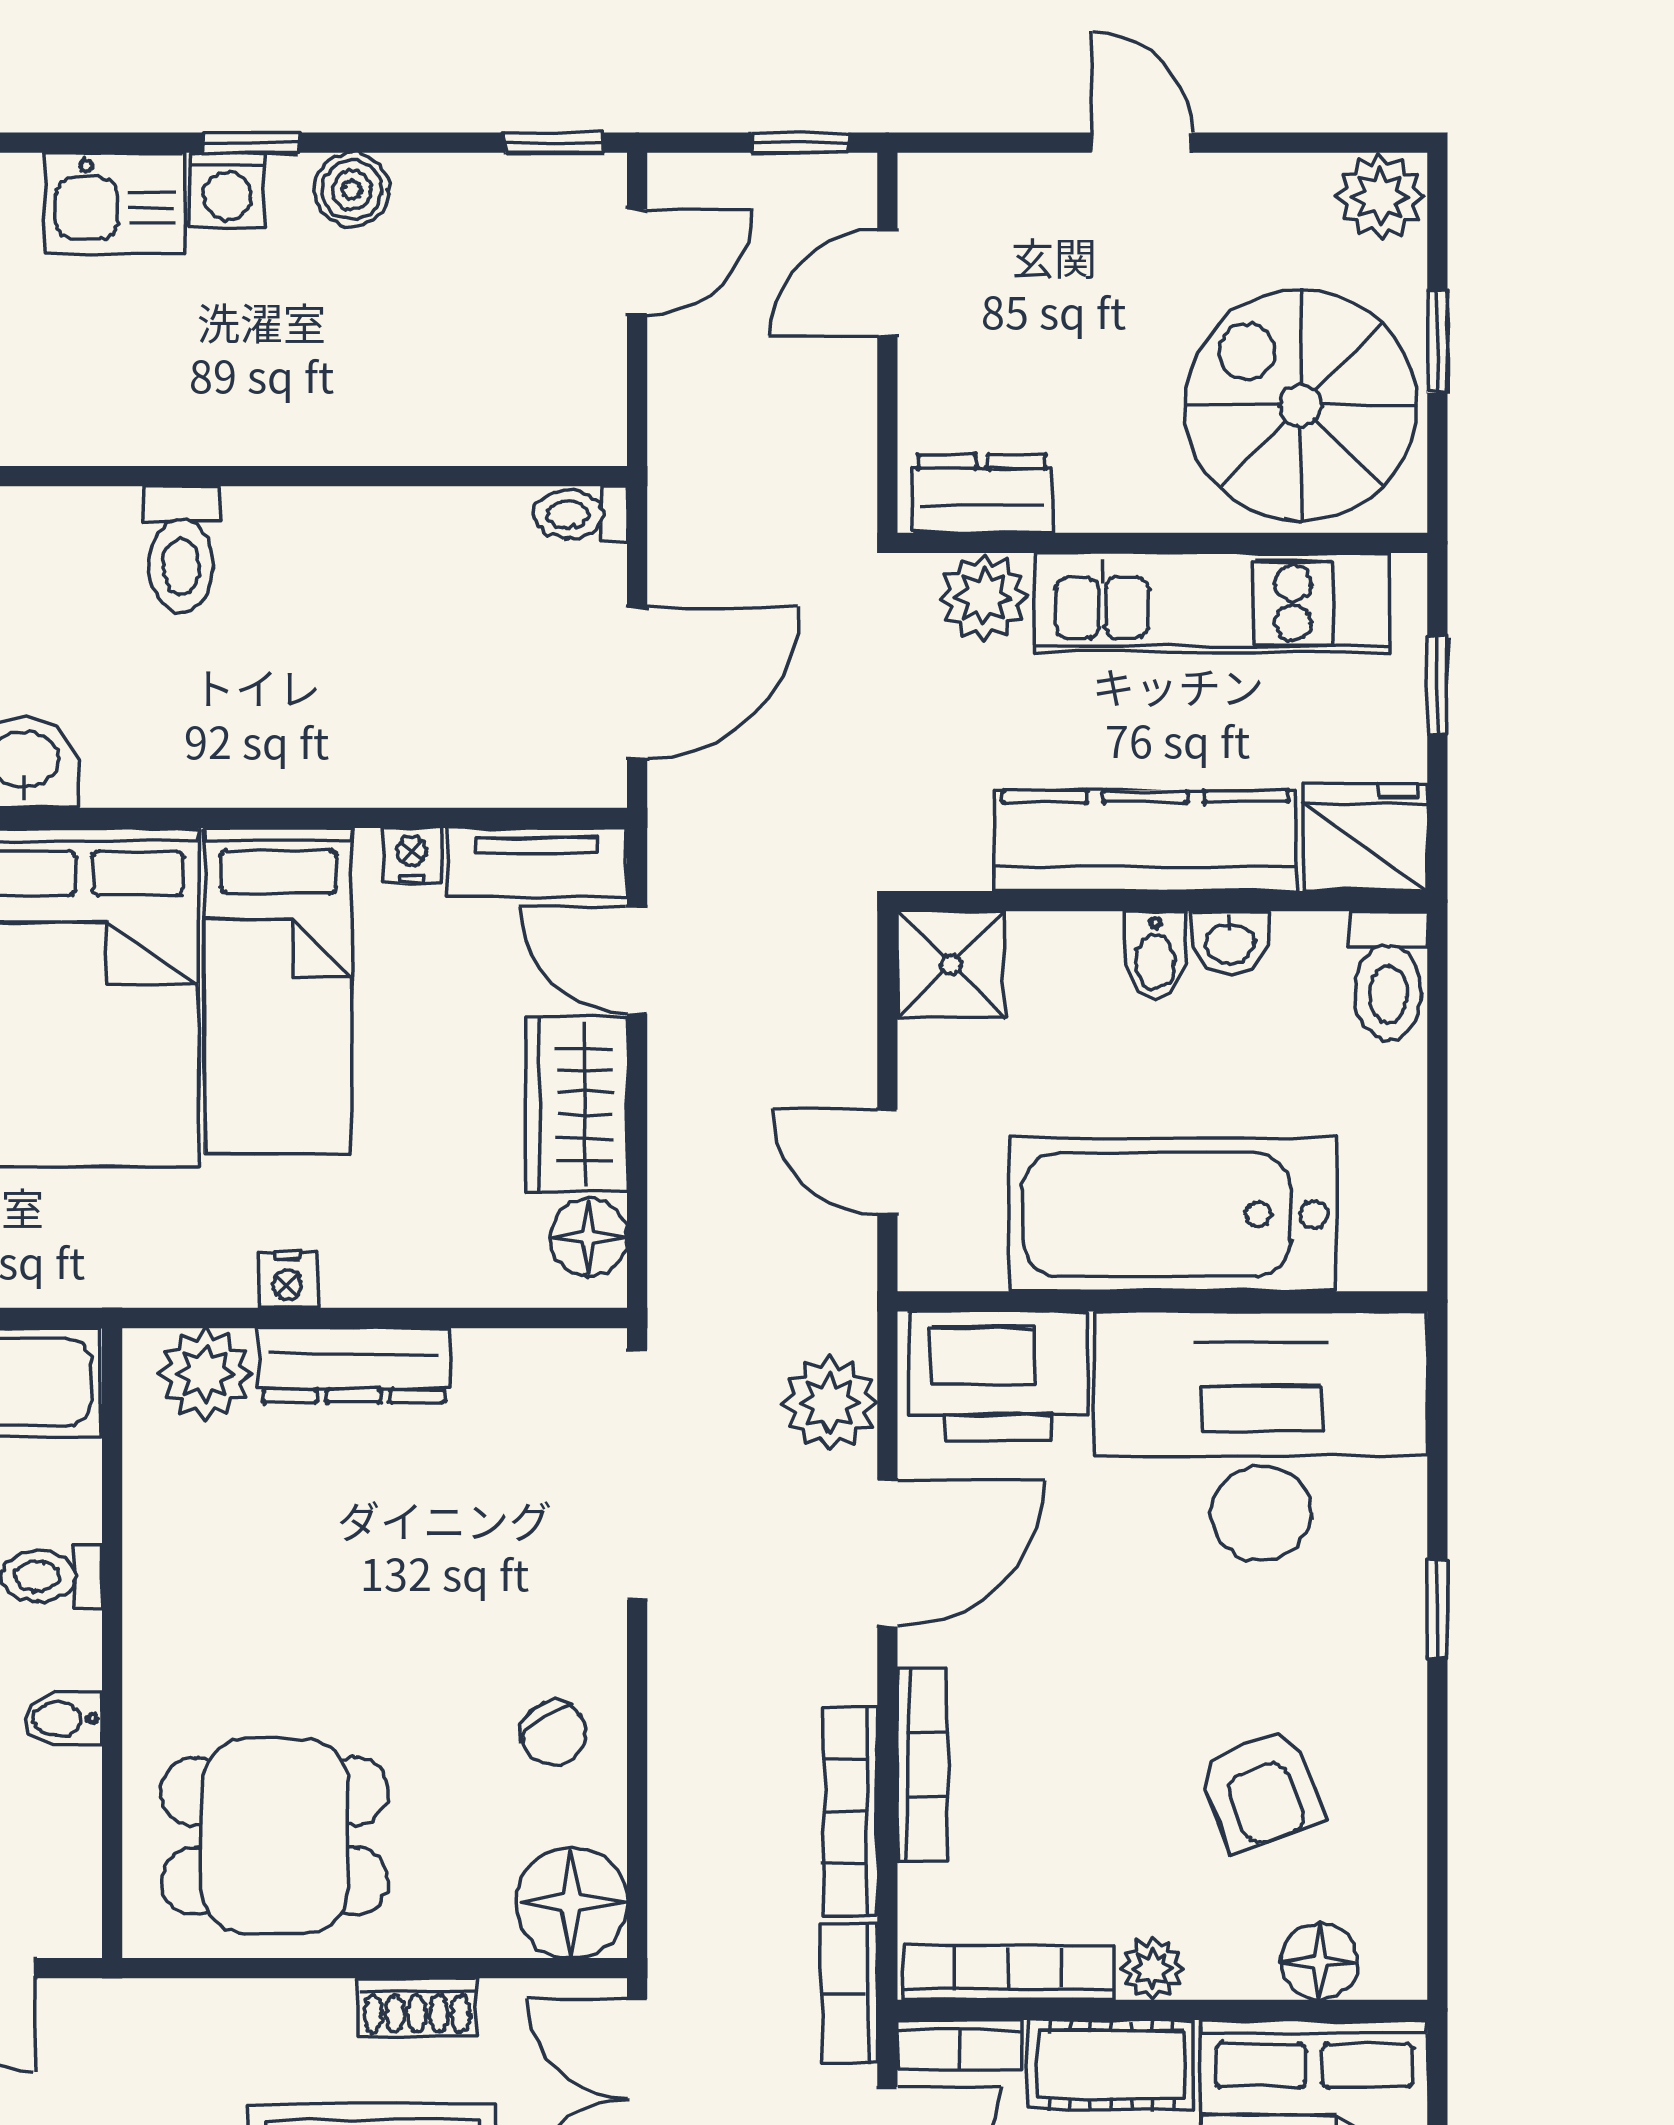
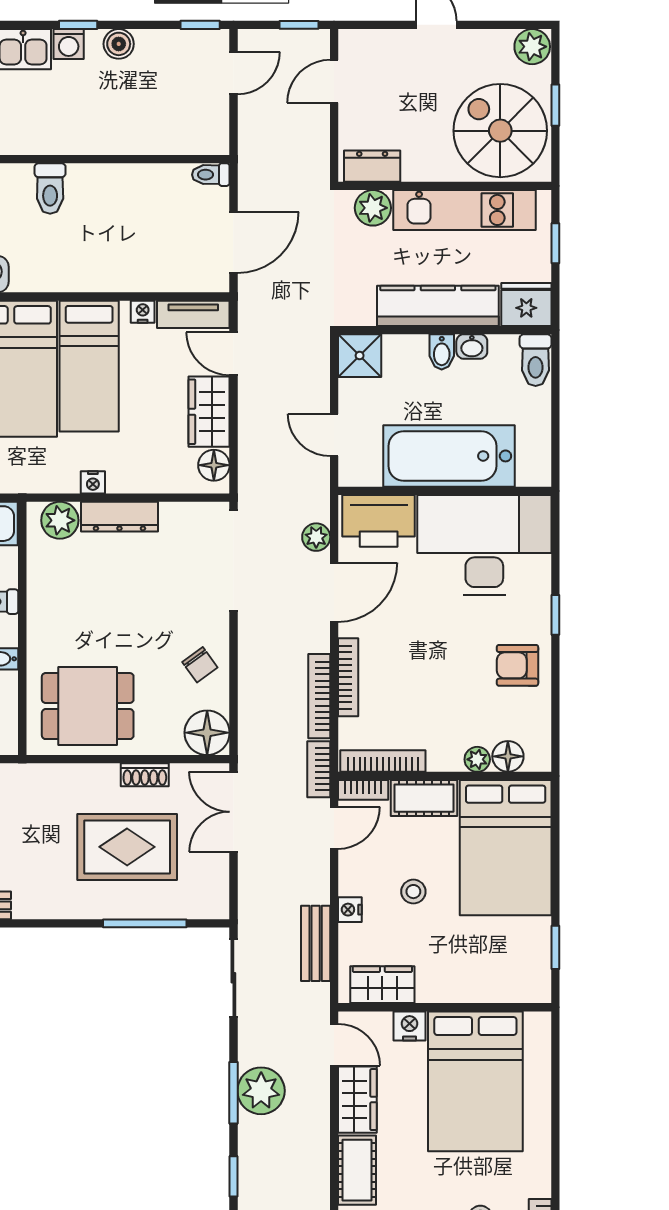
plant: (830, 1403) -> (316, 537), width x0.73, depth x0.73
armchair: (1261, 1790) -> (517, 665), moved, turned 111
plant: (1152, 1969) -> (477, 759), moved

